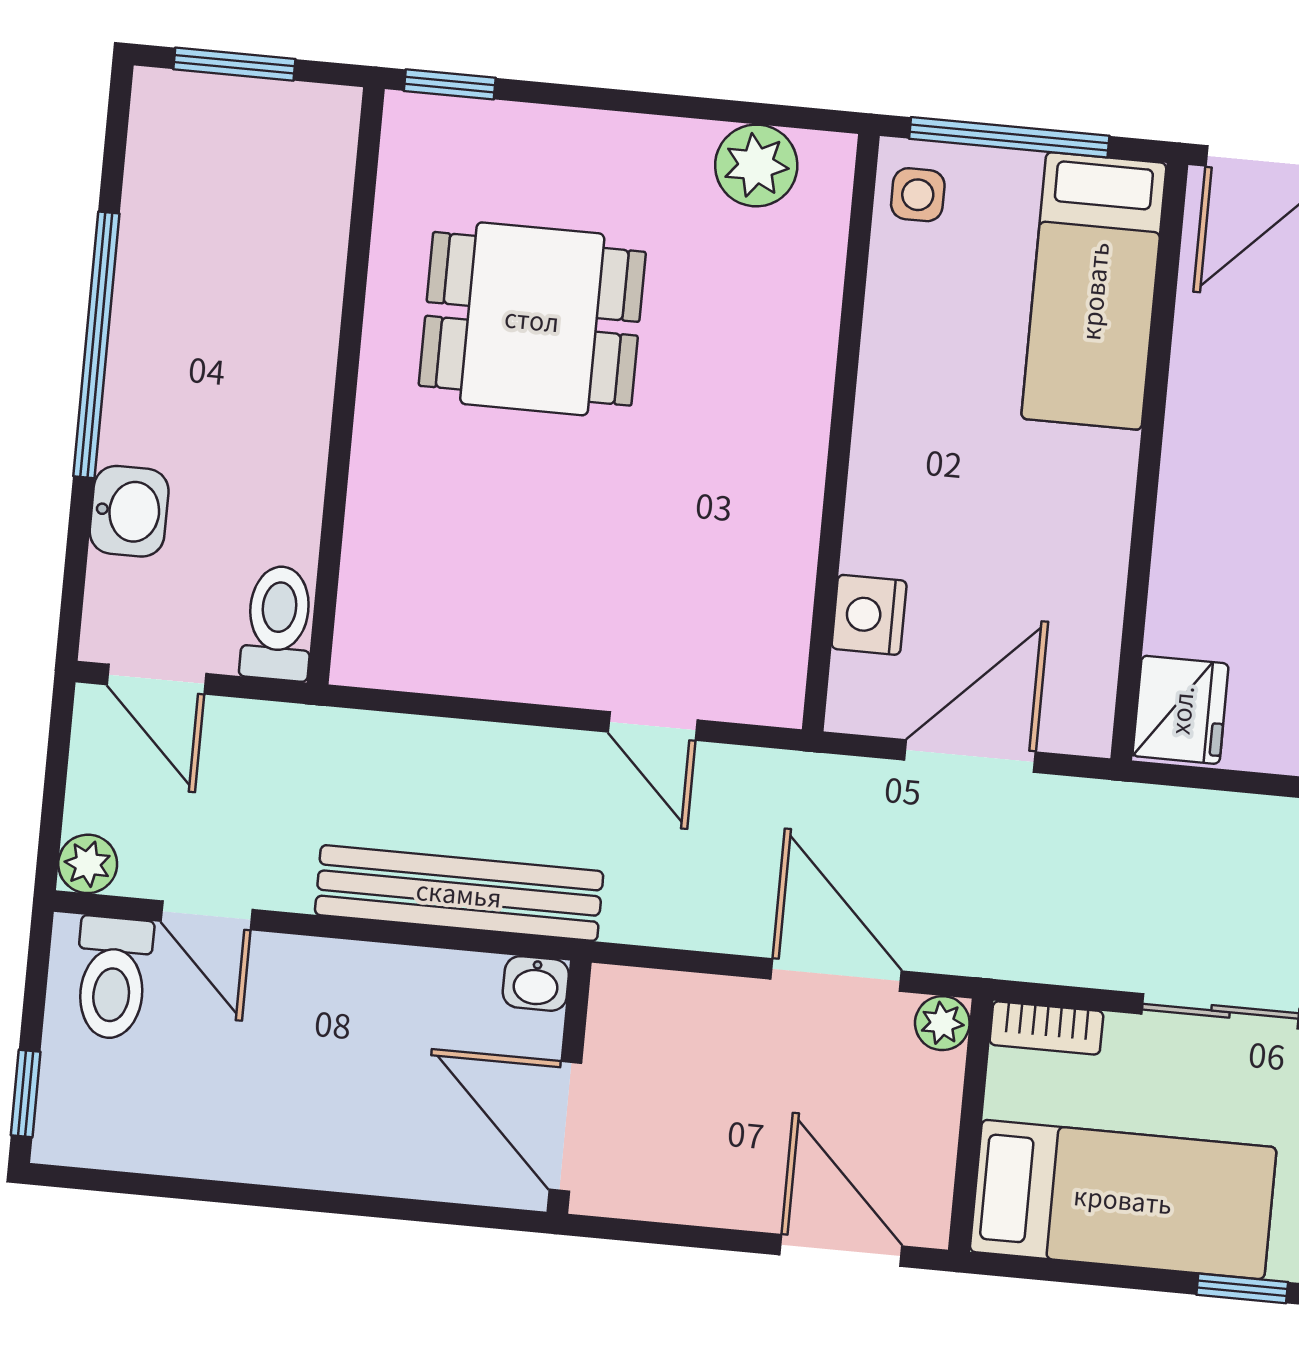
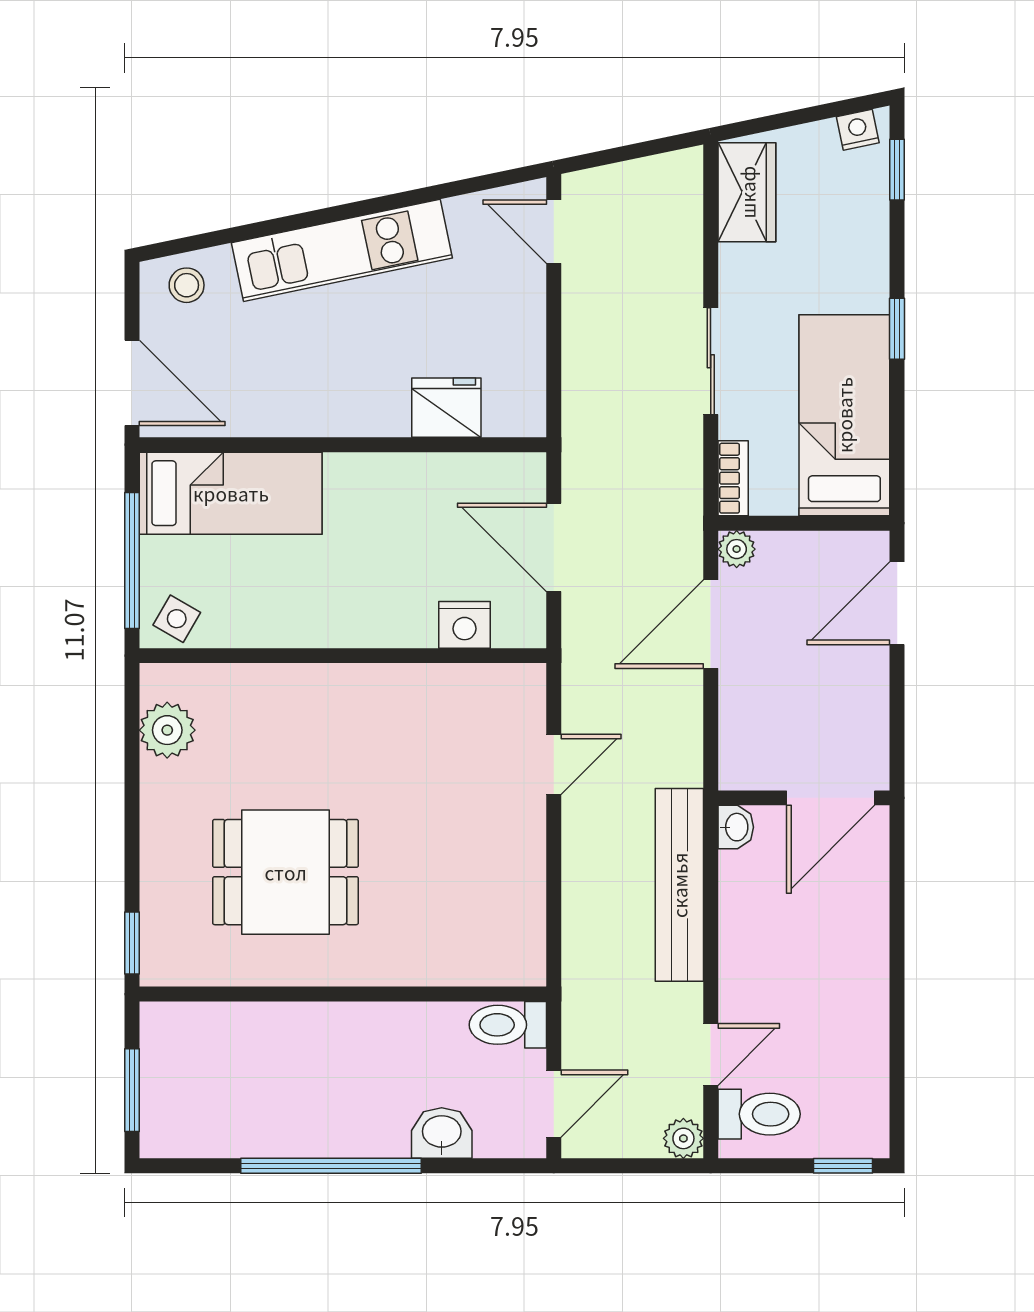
side table: (918, 195) -> (177, 619), turned 30
dining table: (532, 319) -> (286, 872), turned 90
fridge: (1181, 710) -> (446, 408), moved

